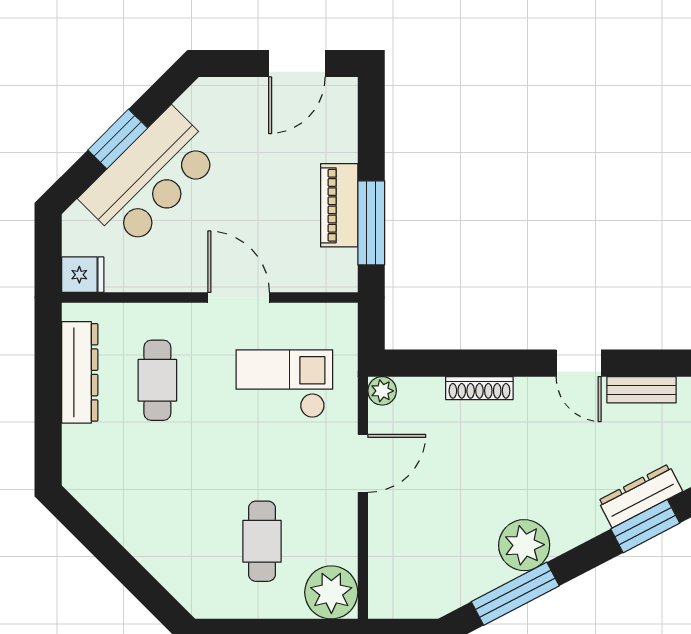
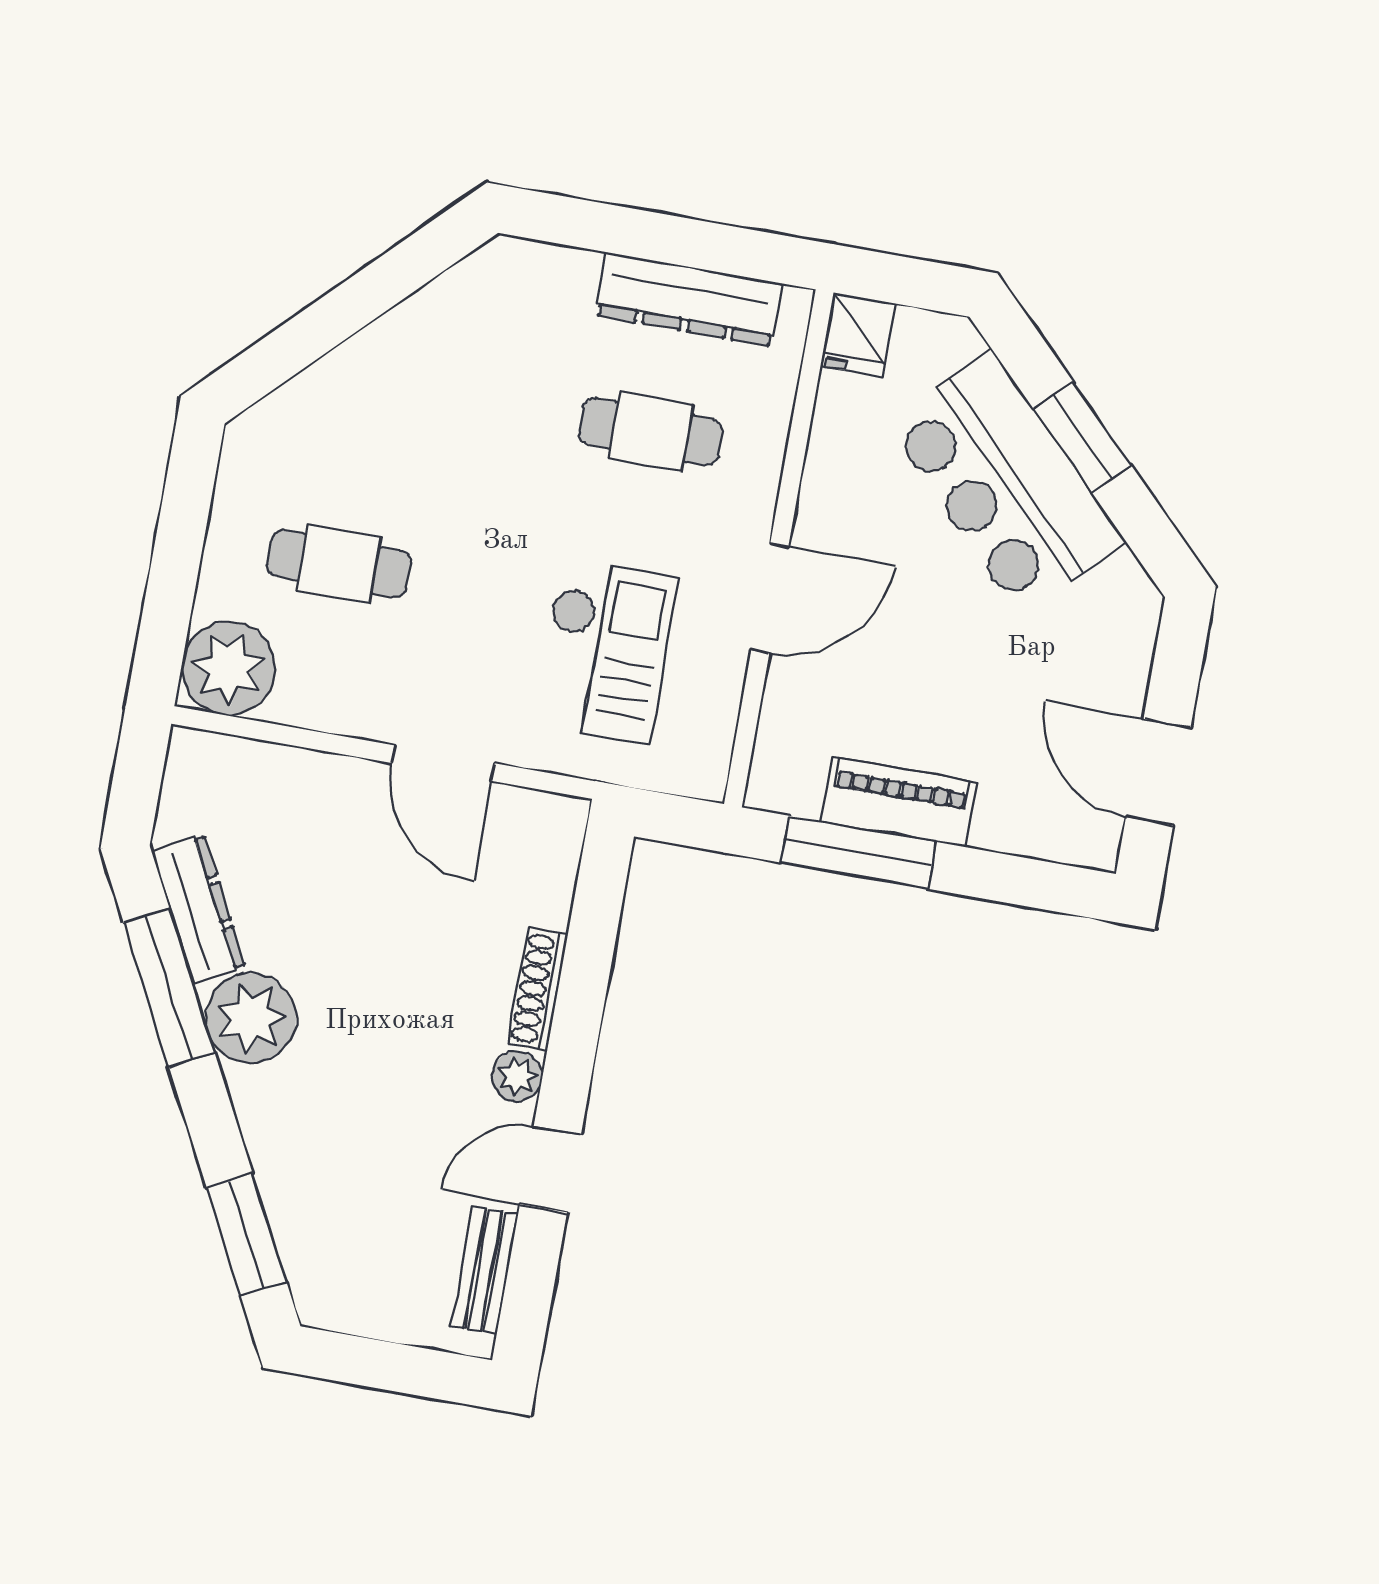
plant: (382, 391) -> (517, 1076), moved
dresser: (640, 496) -> (198, 909), moved

